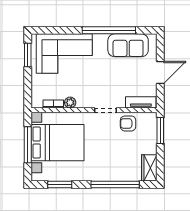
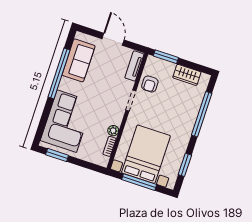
wardrobe: (149, 168) -> (187, 75), moved

